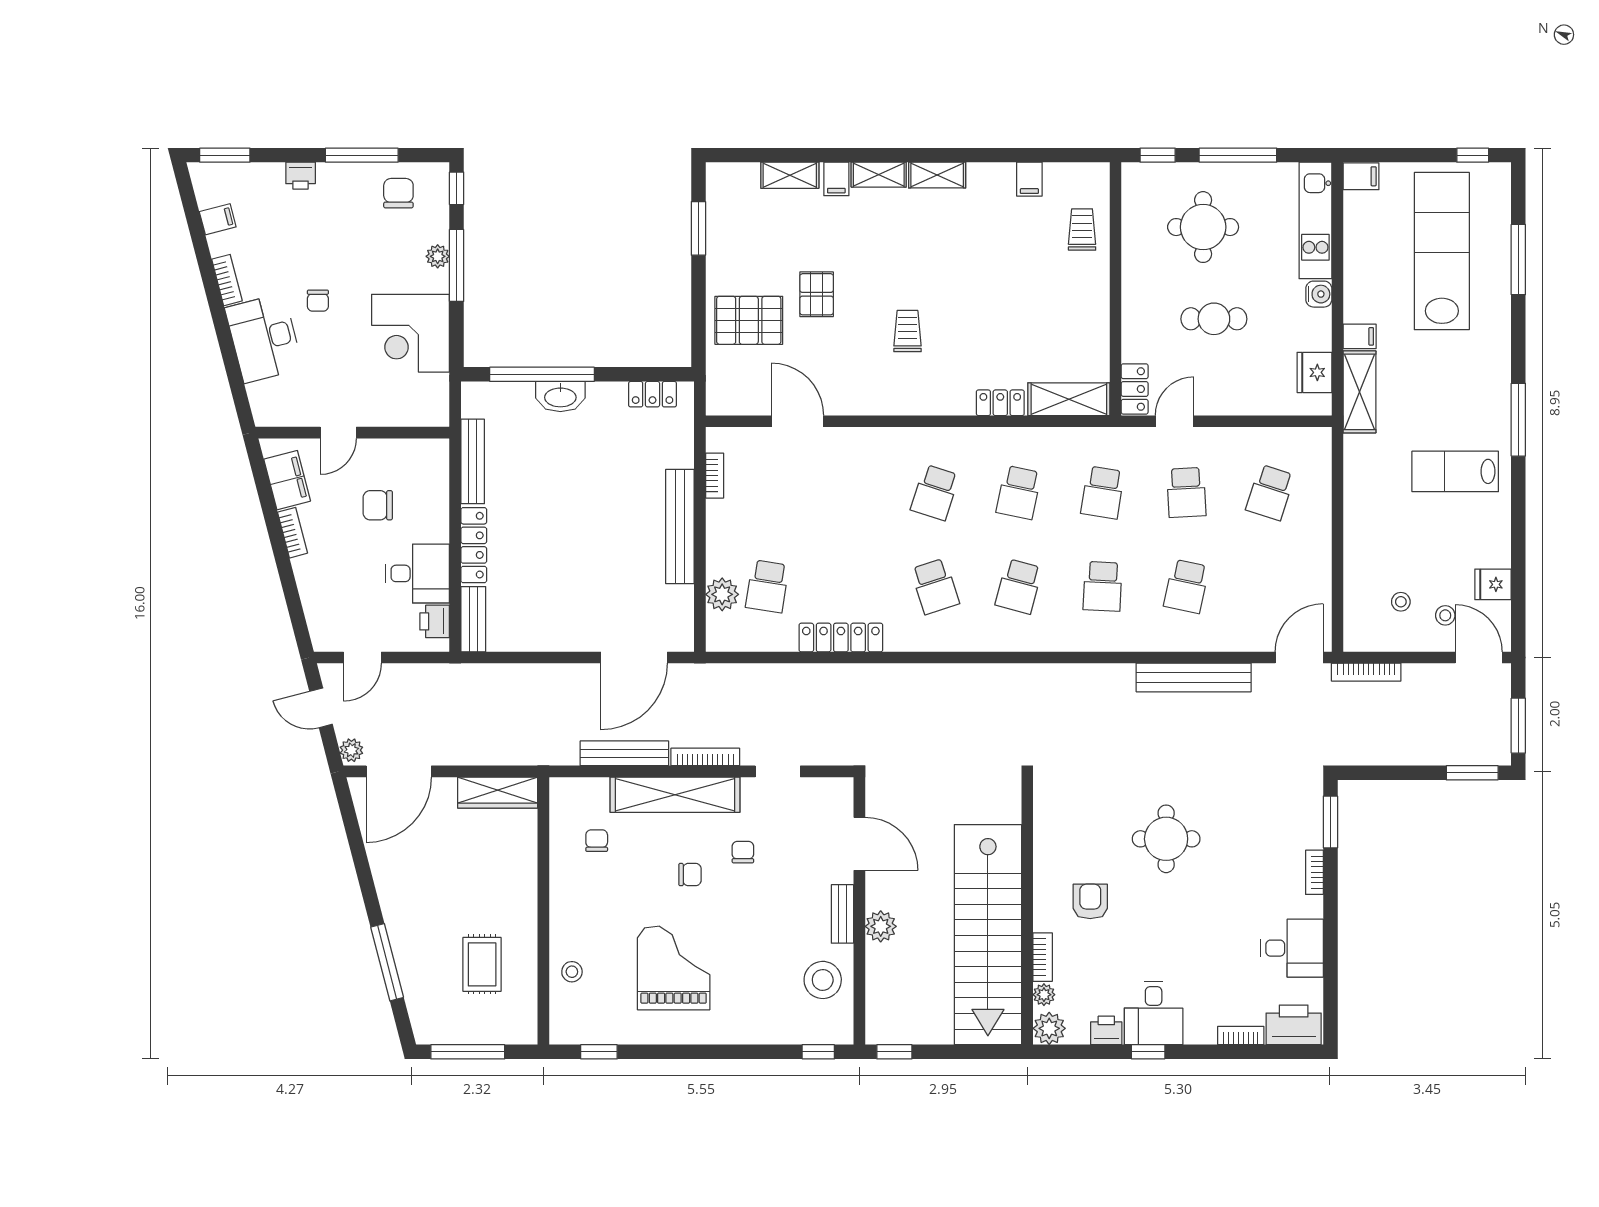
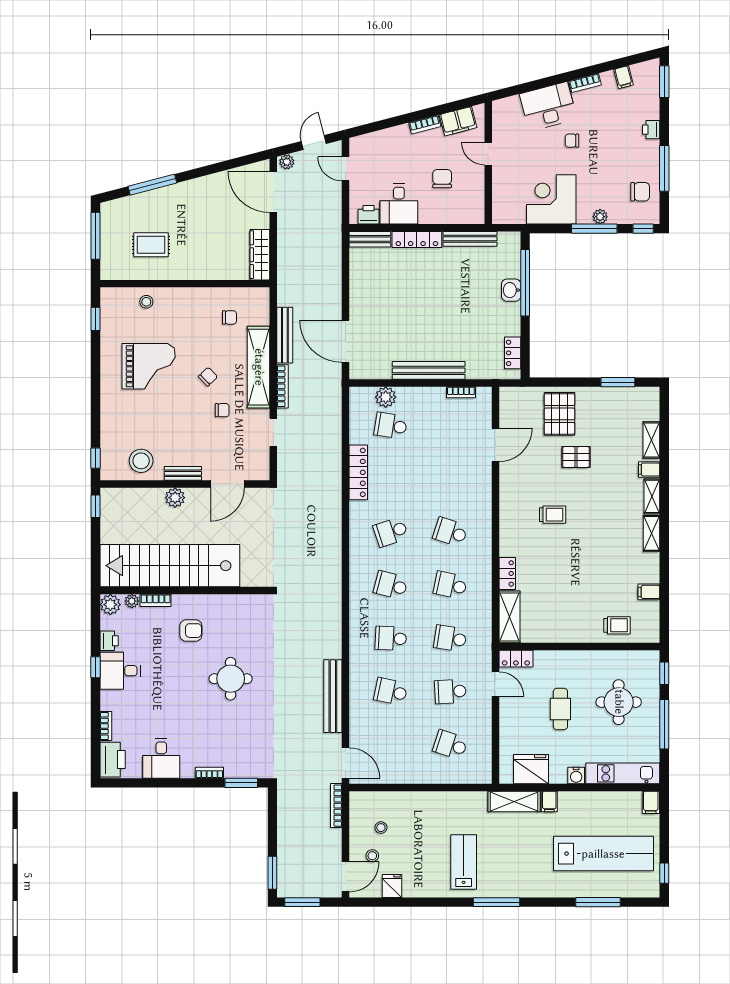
fridge: (1314, 372) -> (531, 769), width x1.36, depth x1.34
washbasin: (560, 397) -> (511, 290), width x0.72
chair: (690, 875) -> (208, 377), turned -134

